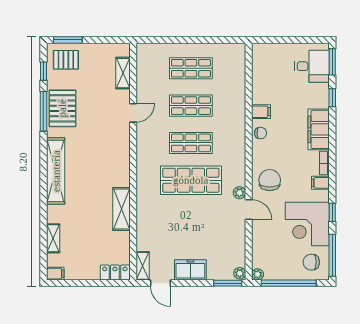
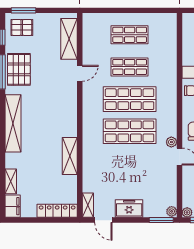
shelving: (123, 73) -> (69, 39), width x1.50, depth x1.33
shop shelf: (191, 143) -> (130, 99), width x1.43, depth x1.36
locker: (115, 272) -> (57, 211), width x1.53
filing cabinet: (55, 274) -> (13, 206), width x2.00

